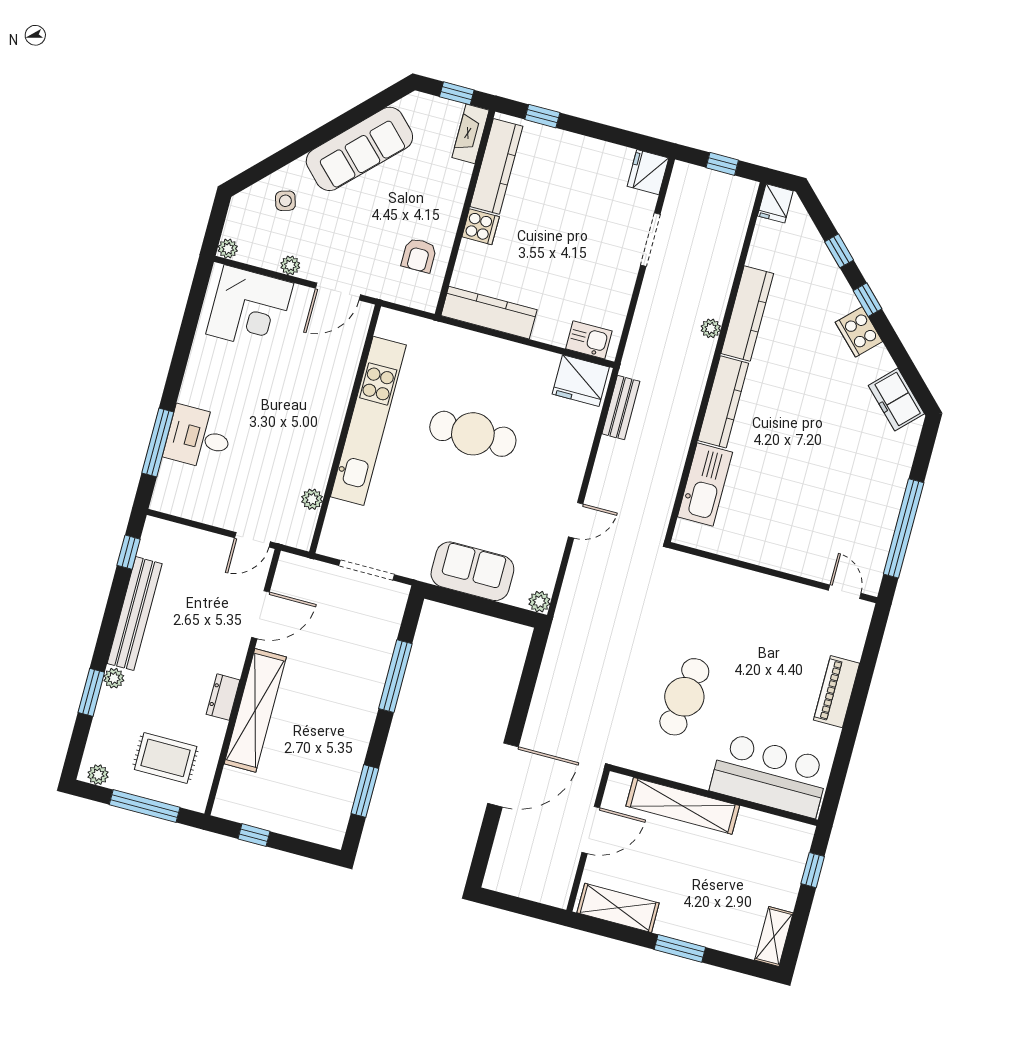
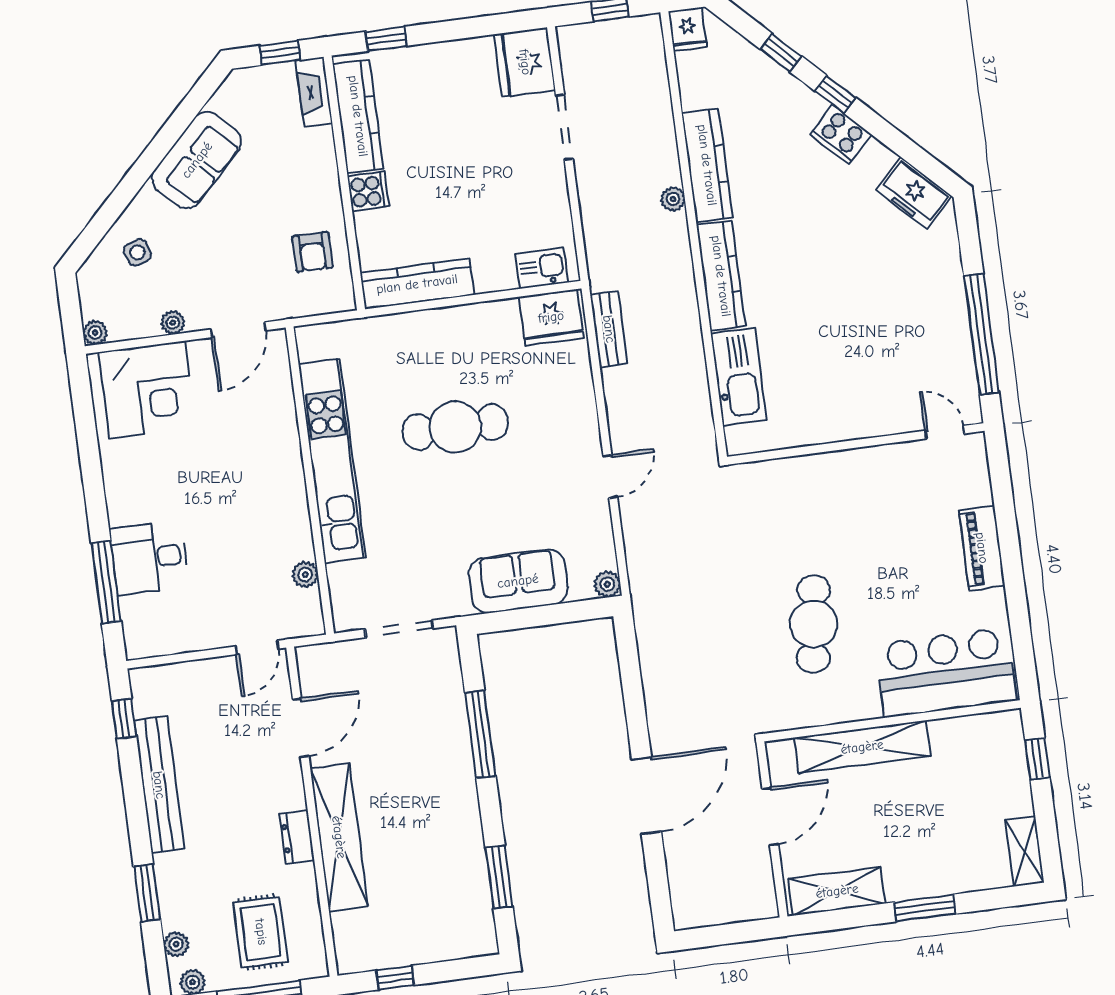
sofa: (359, 149) -> (197, 160), width x0.73
fridge: (648, 172) -> (525, 62), width x1.36, depth x1.34
plant: (114, 678) -> (176, 944), moved
rug: (166, 758) -> (261, 932), turned 90

